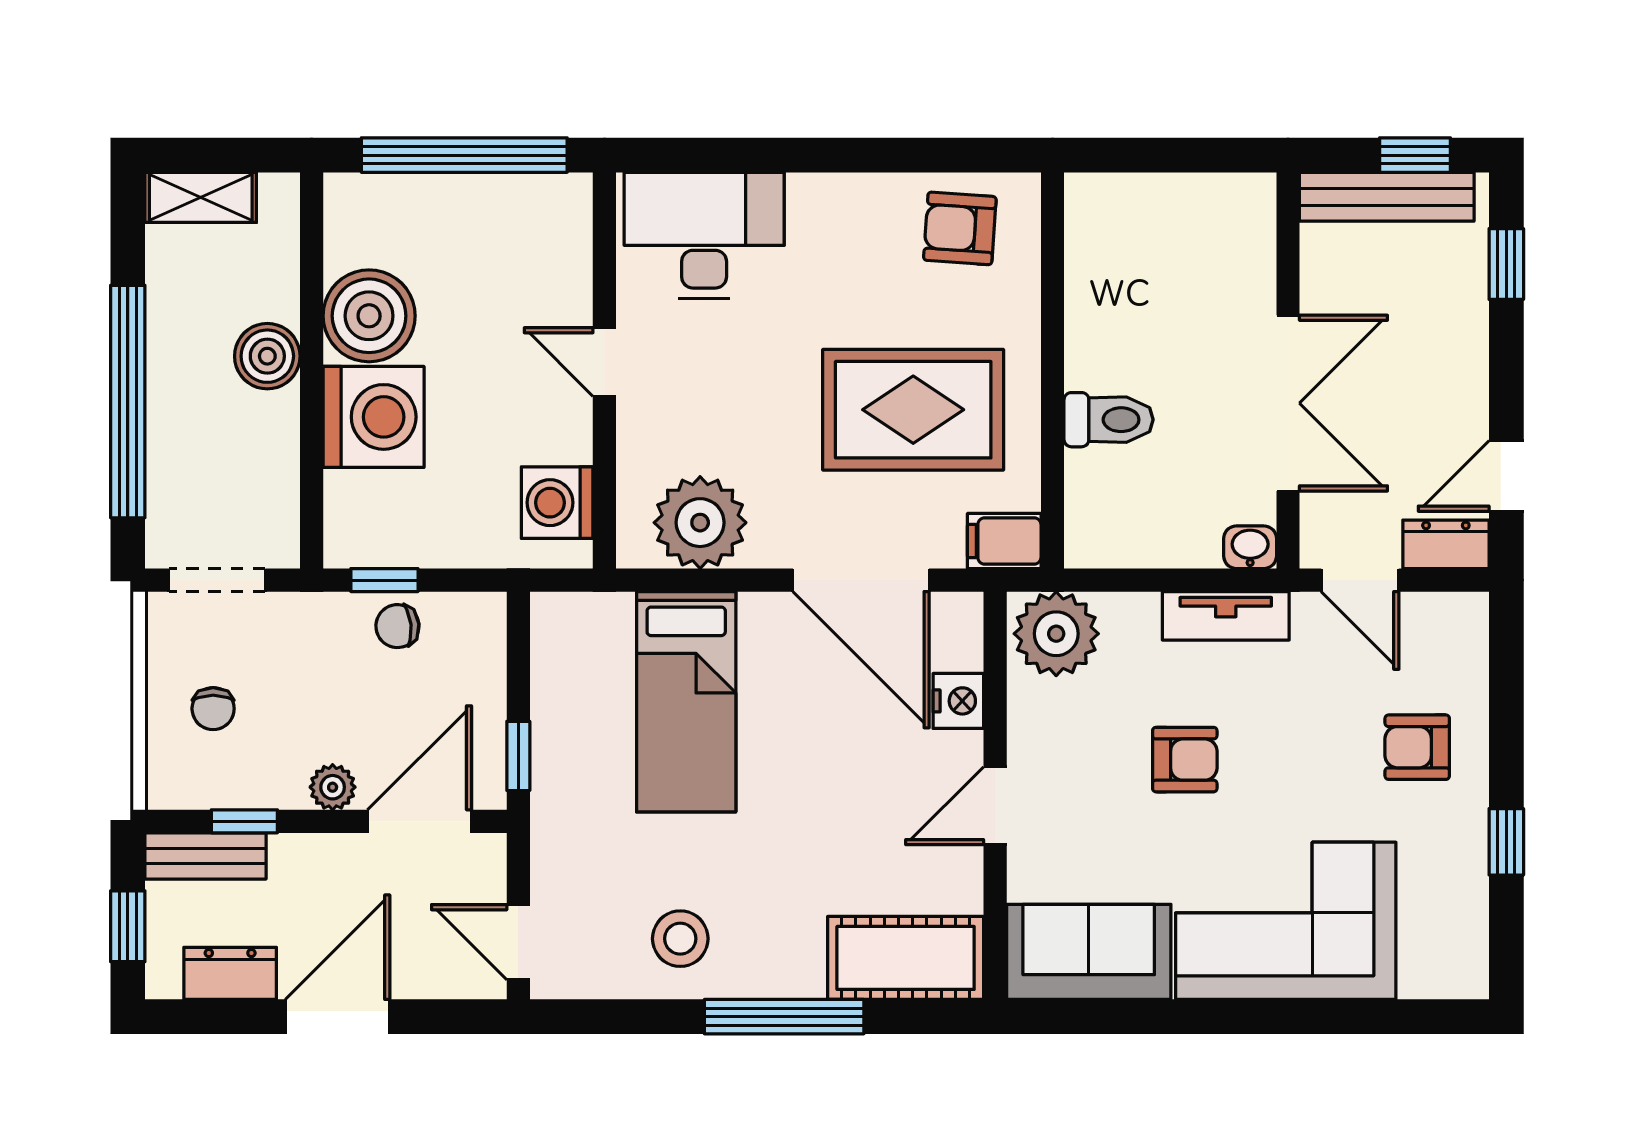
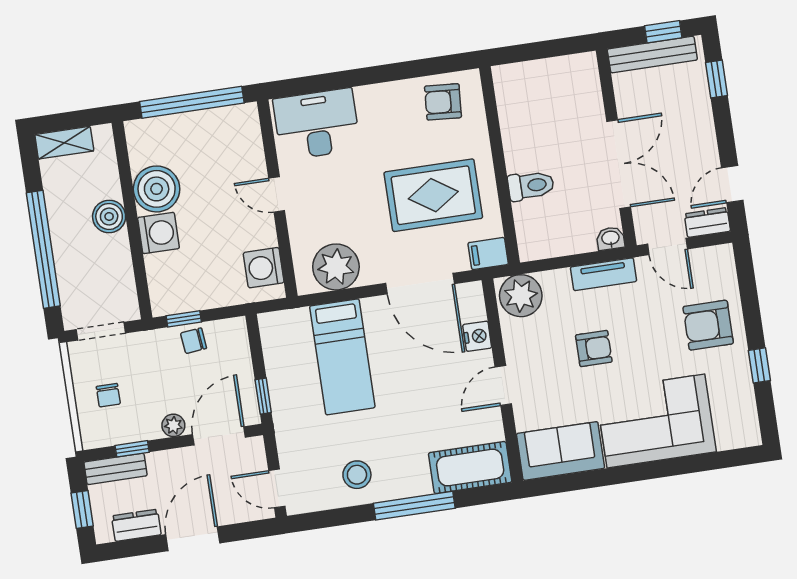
washing machine: (374, 417) -> (158, 233), width x0.73, depth x0.73
armchair: (1417, 747) -> (708, 325), width x1.38, depth x1.38

